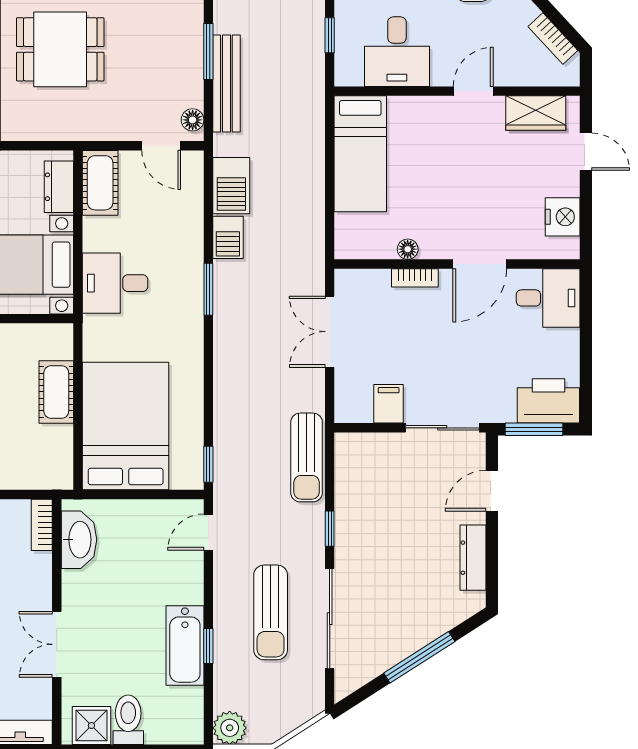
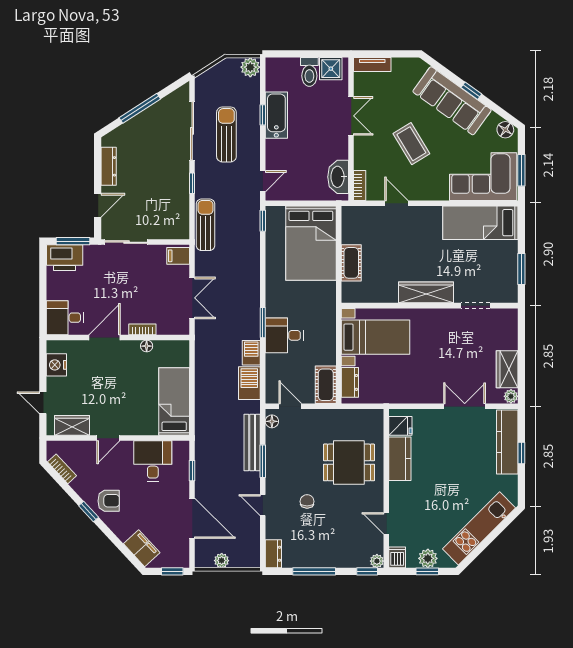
desk: (115, 283) -> (284, 335), moved, turned 180
filing cabinet: (389, 404) -> (178, 256), moved, turned 90

